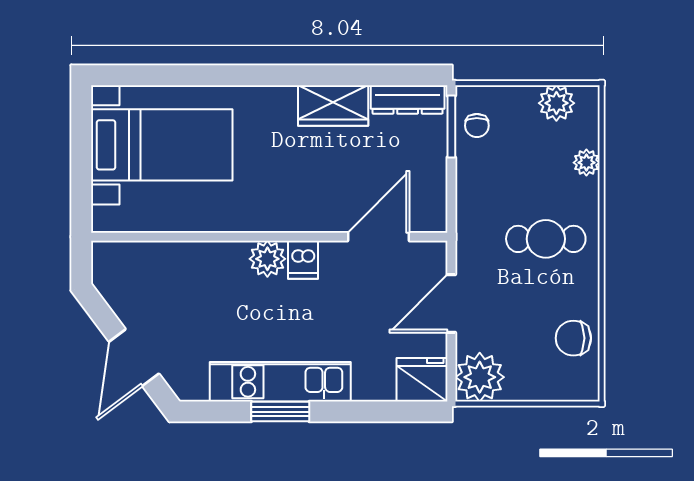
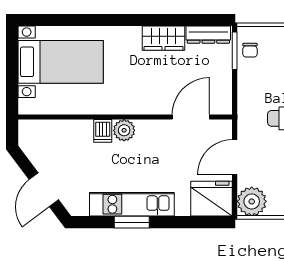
dishwasher: (303, 260) -> (103, 131), moved
fridge: (422, 380) -> (211, 199), width x1.36, depth x1.34

